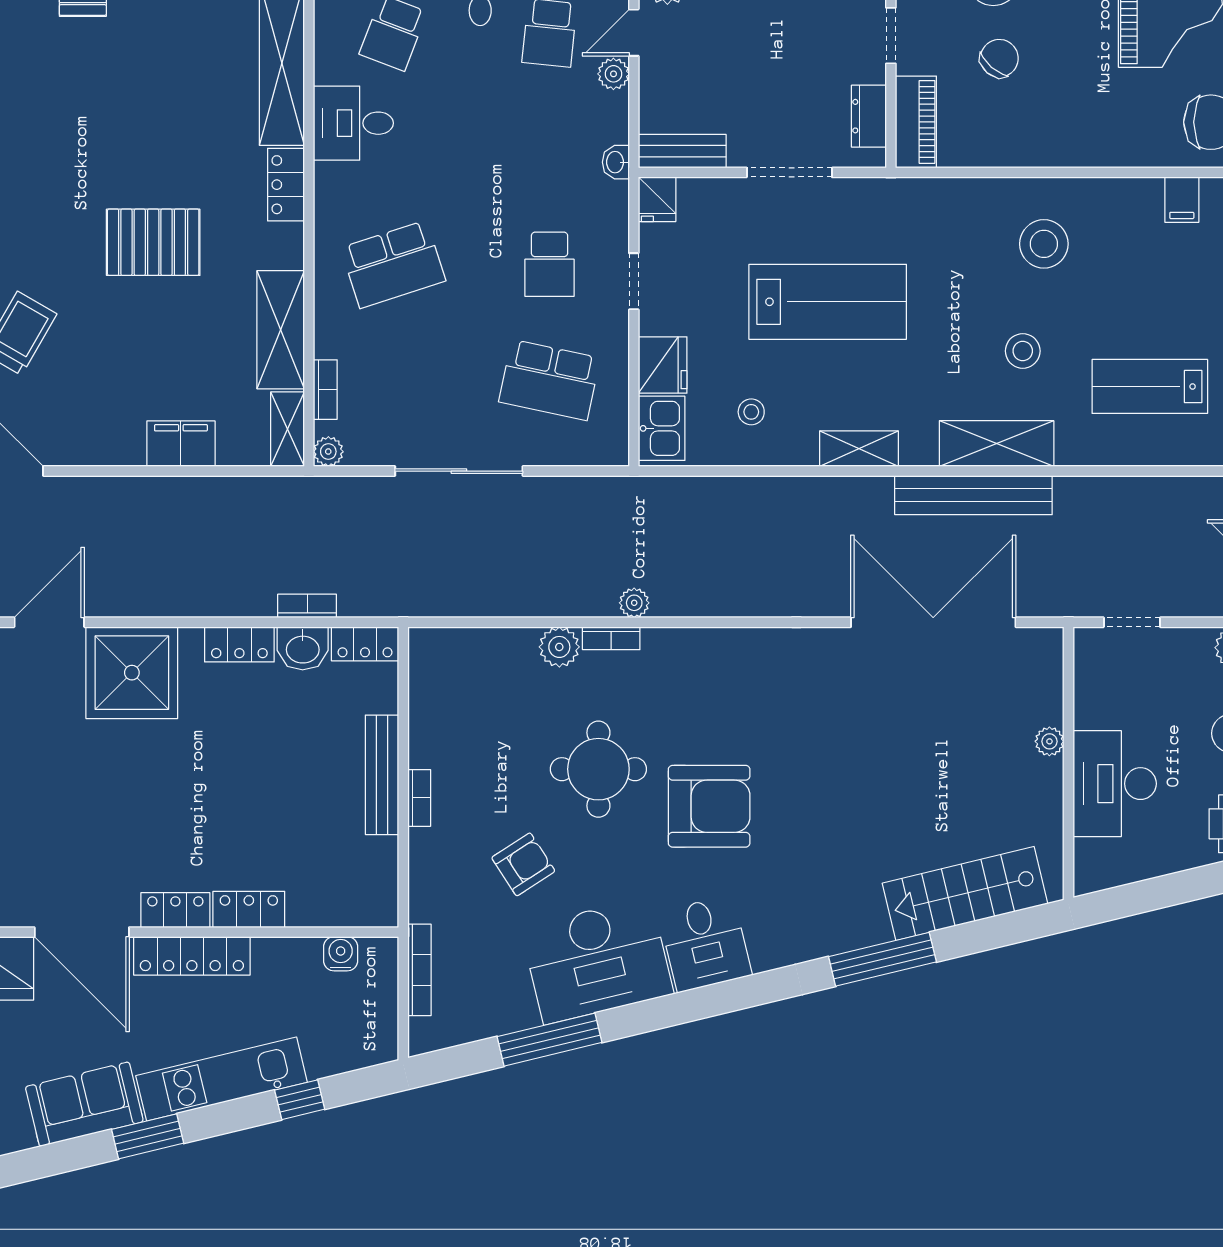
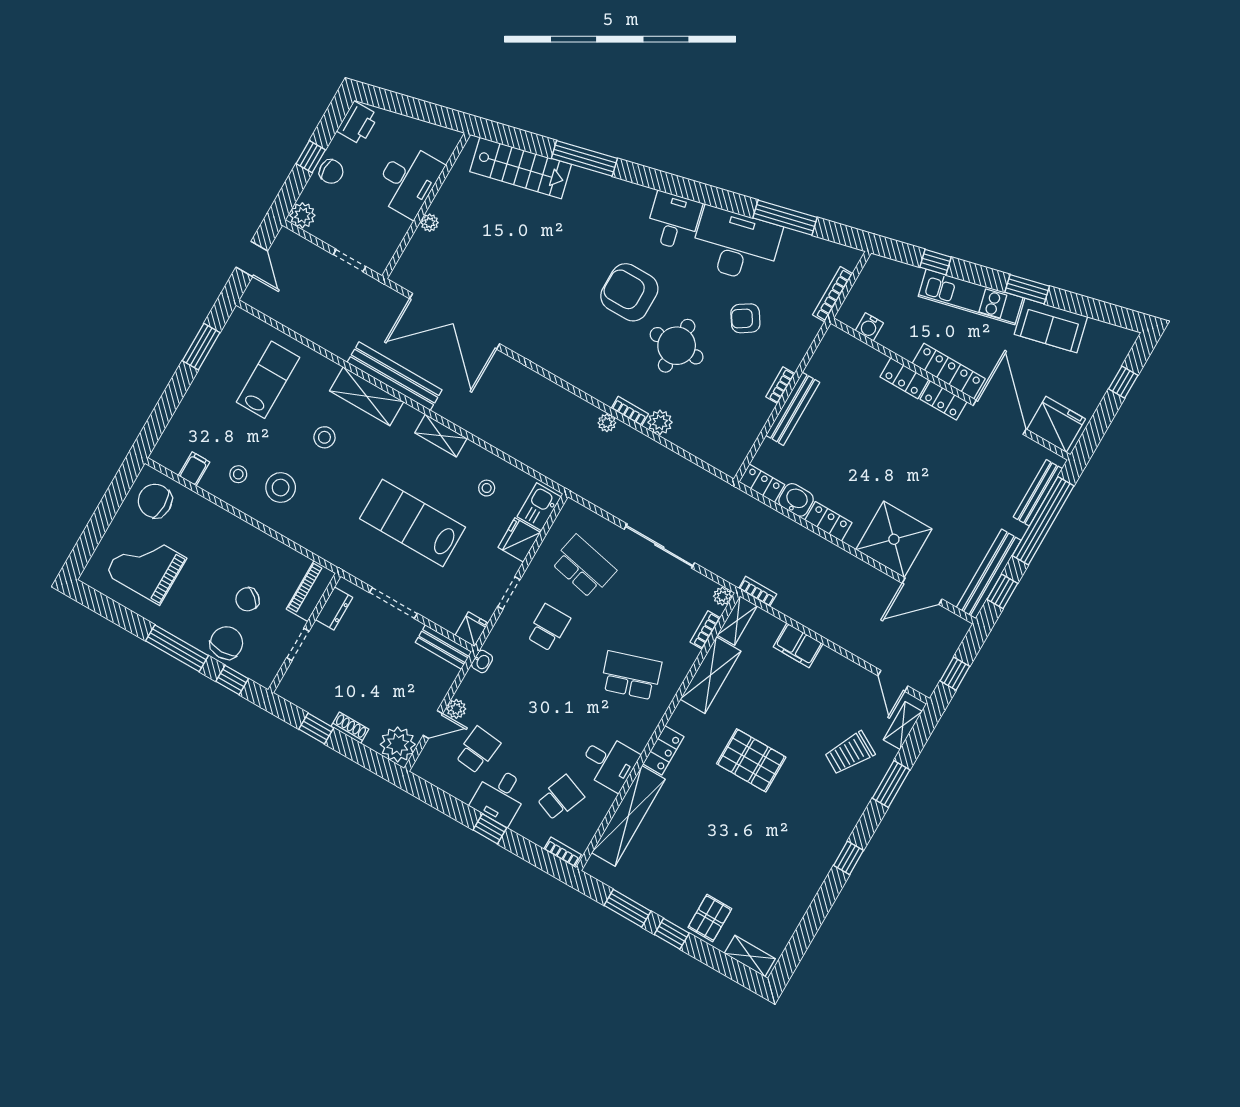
stool: (1115, 228) -> (238, 474), added
lab bench: (1150, 386) -> (268, 380), turned -90
bookcase: (307, 606) -> (758, 591), moved, turned 180

